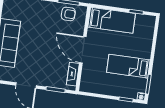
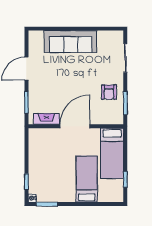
armchair: (68, 14) -> (109, 92), moved
bed: (128, 66) -> (87, 179), moved

